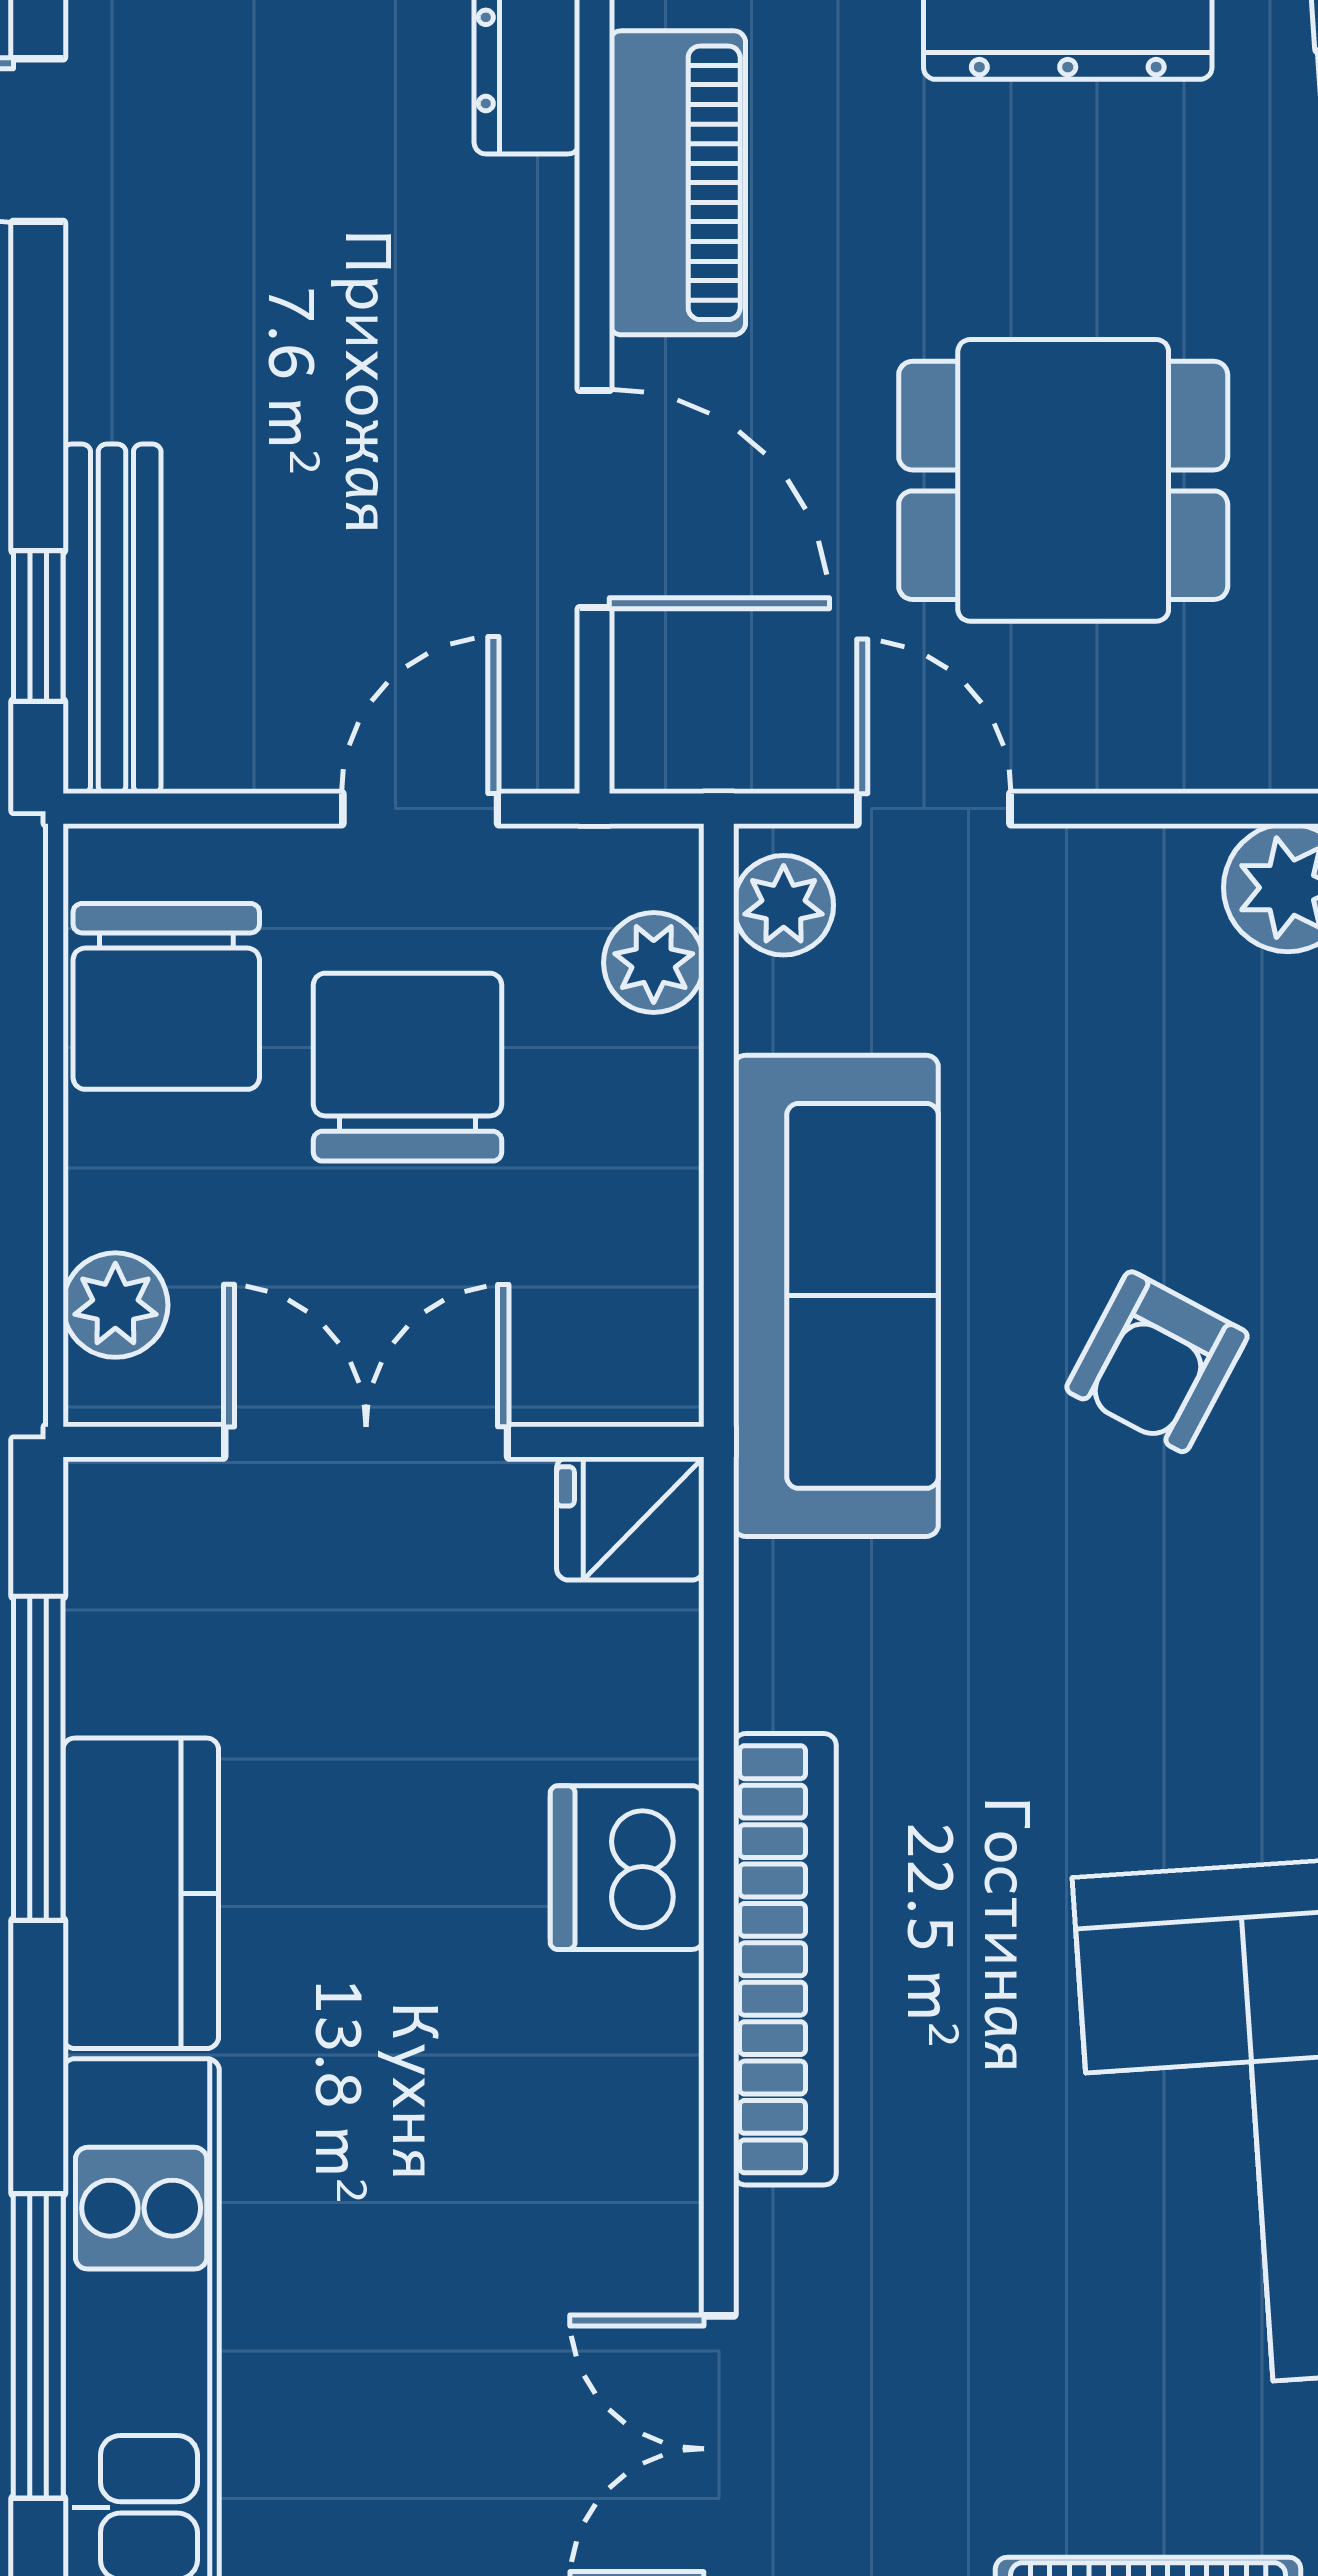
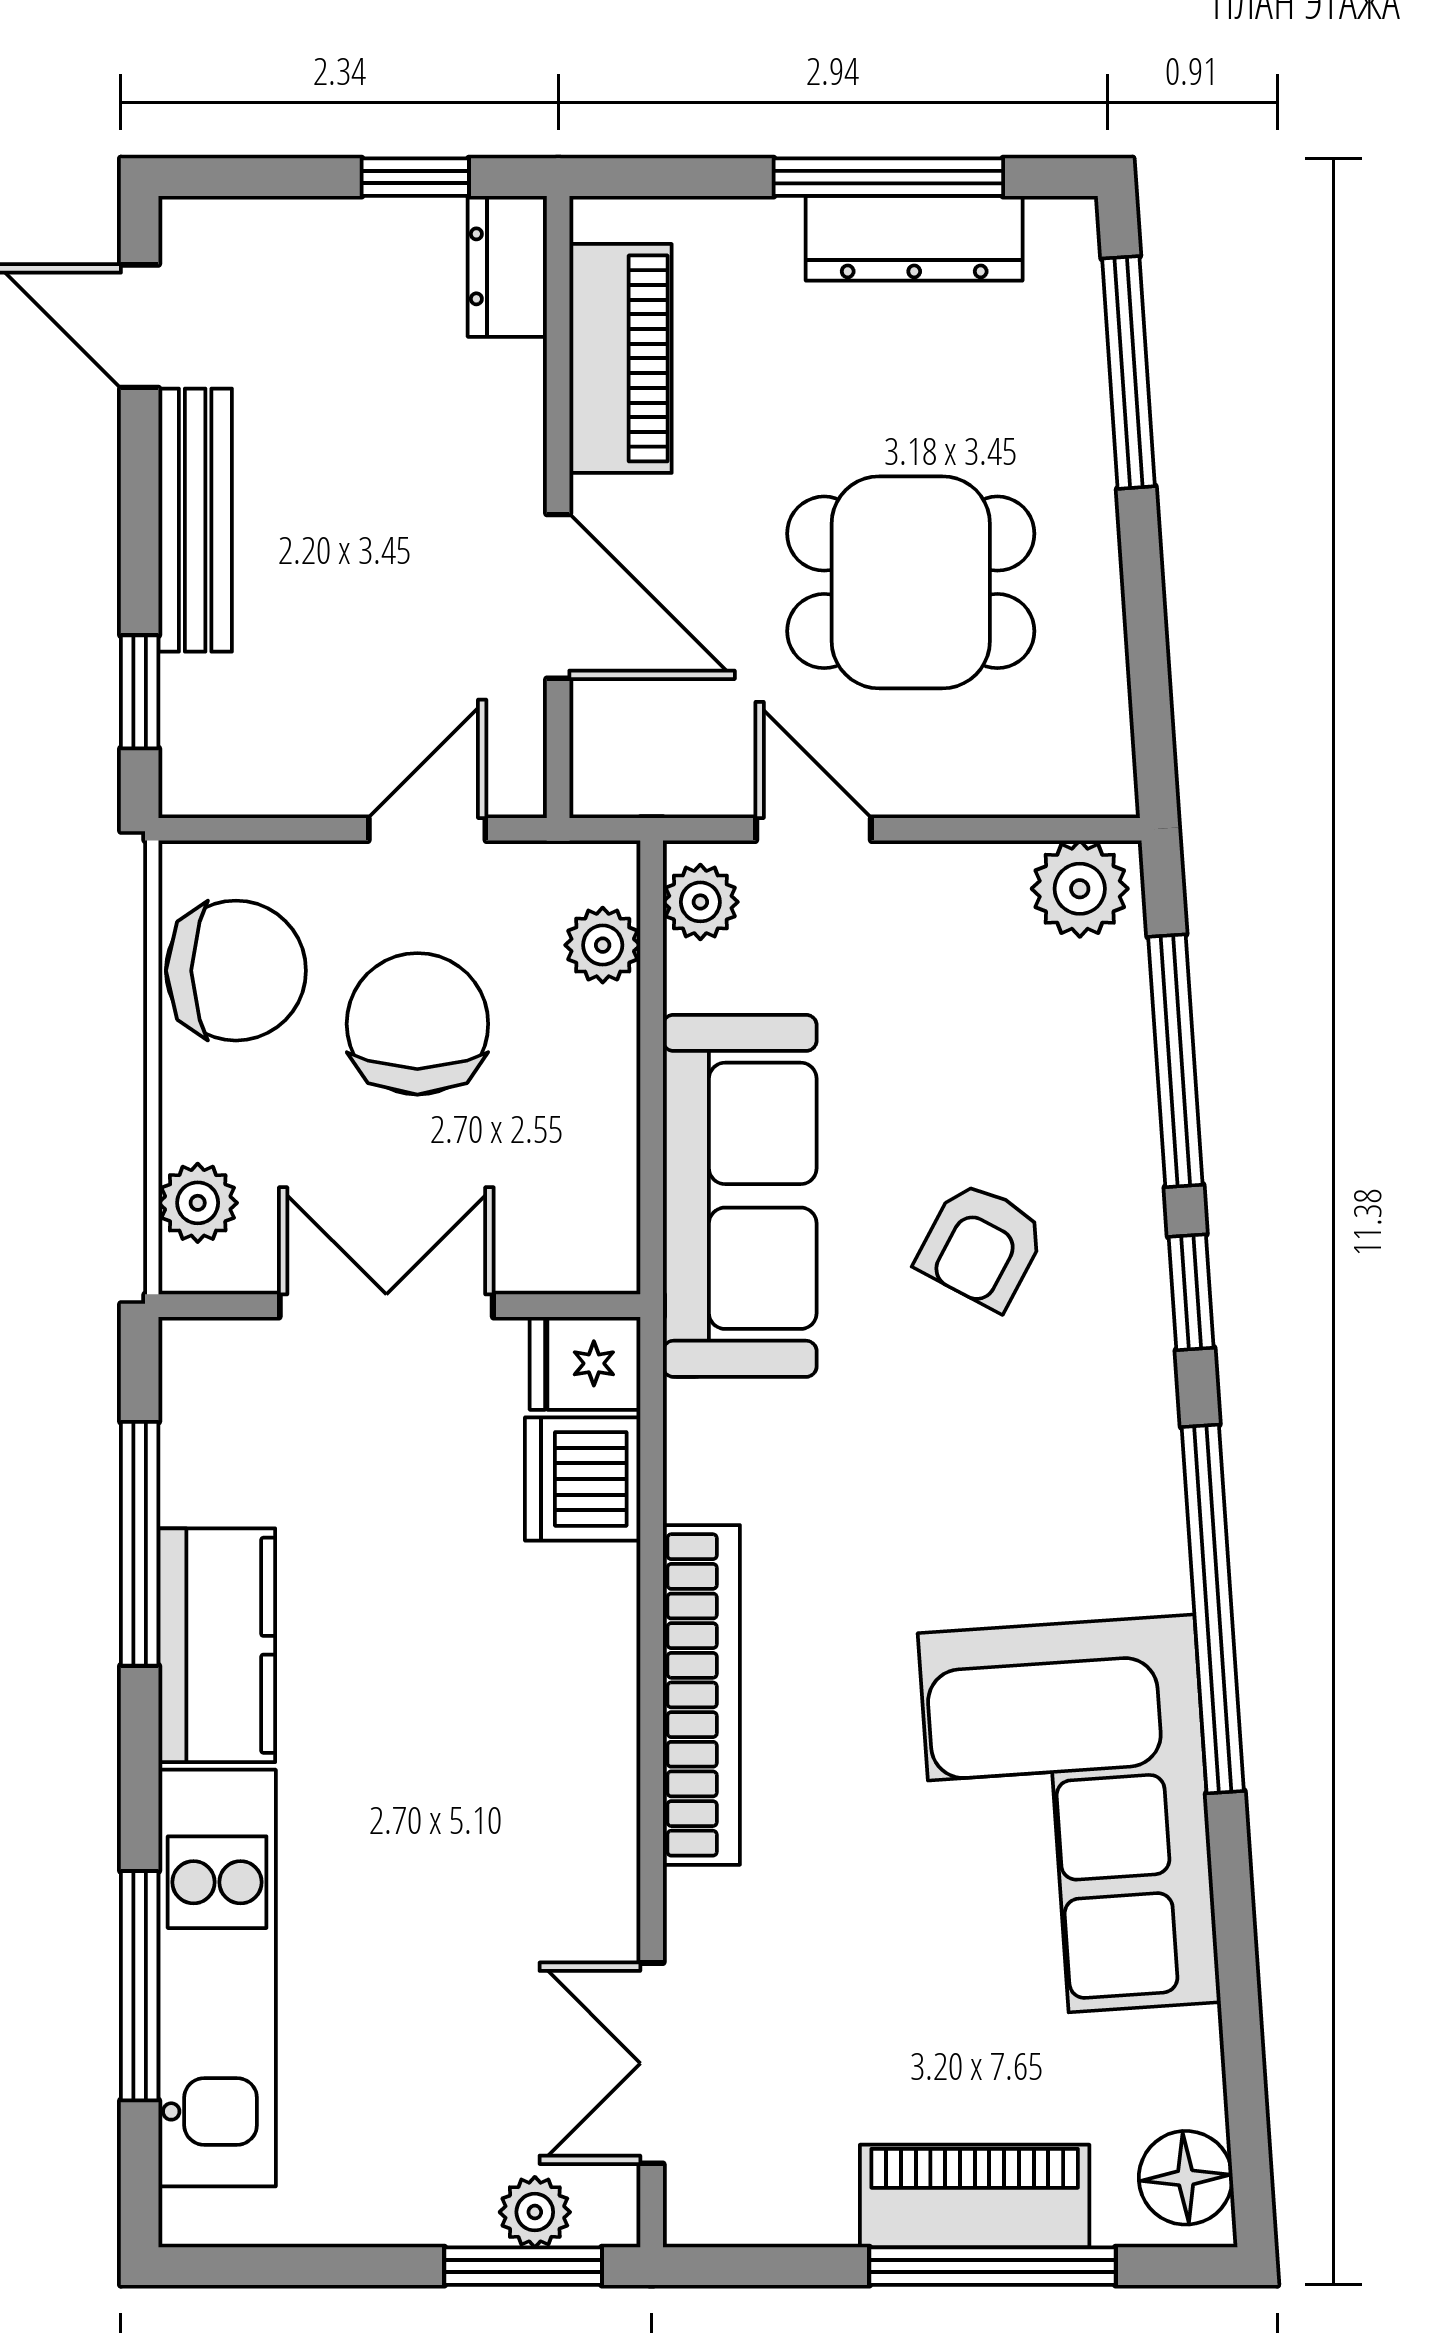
bench: (112, 619) -> (195, 520), moved
chair: (166, 996) -> (236, 971), turned -90
dishwasher: (627, 1868) -> (583, 1479), moved

